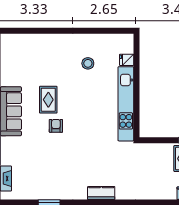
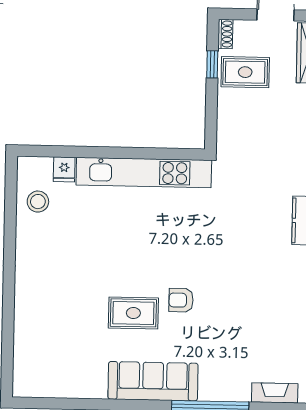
stool: (88, 63) -> (38, 202), moved

